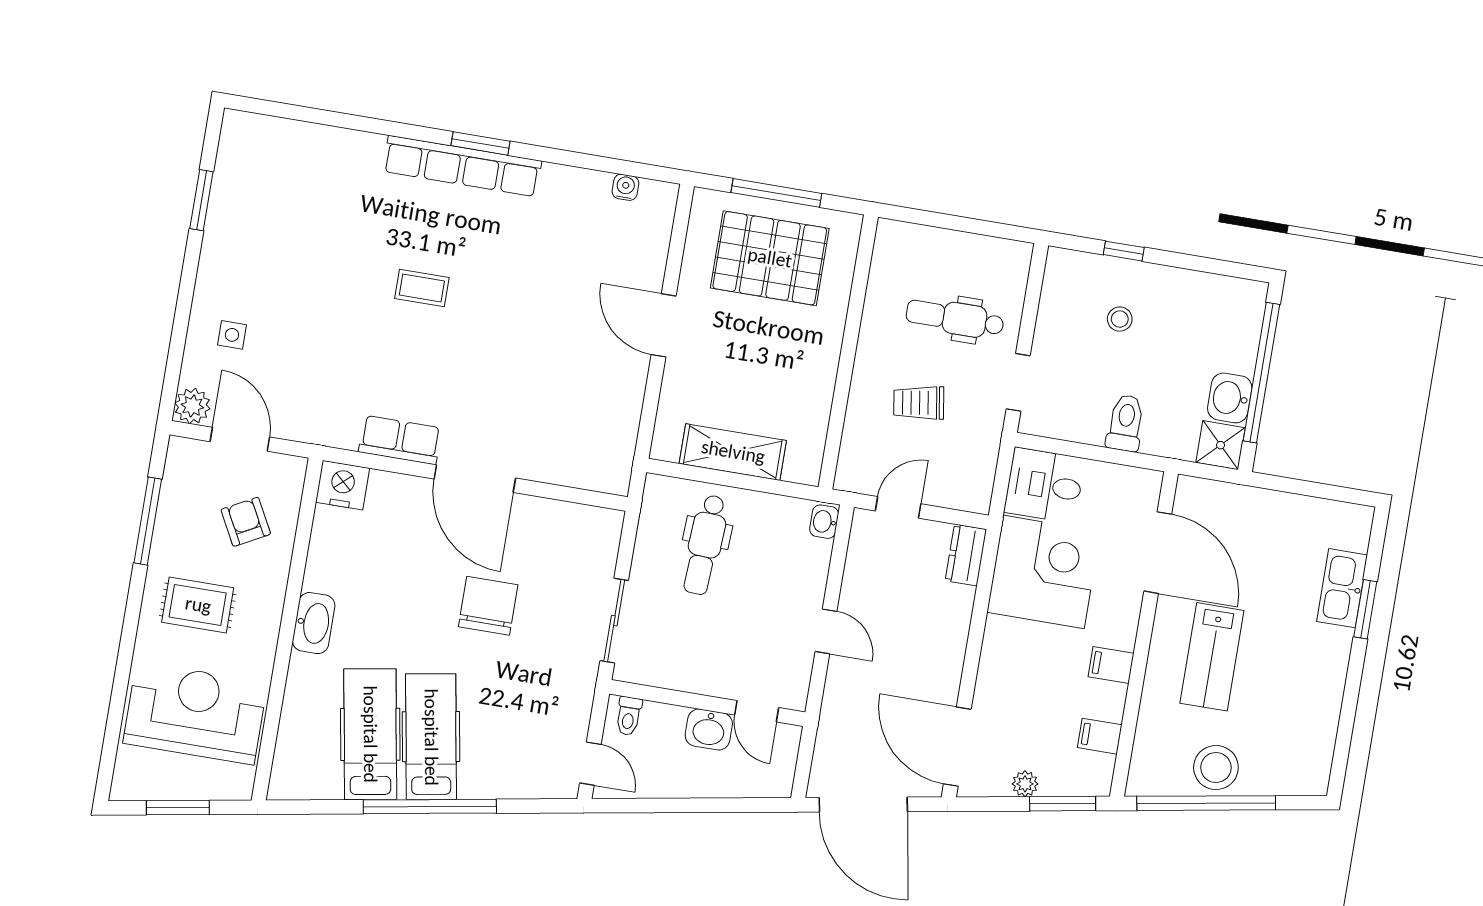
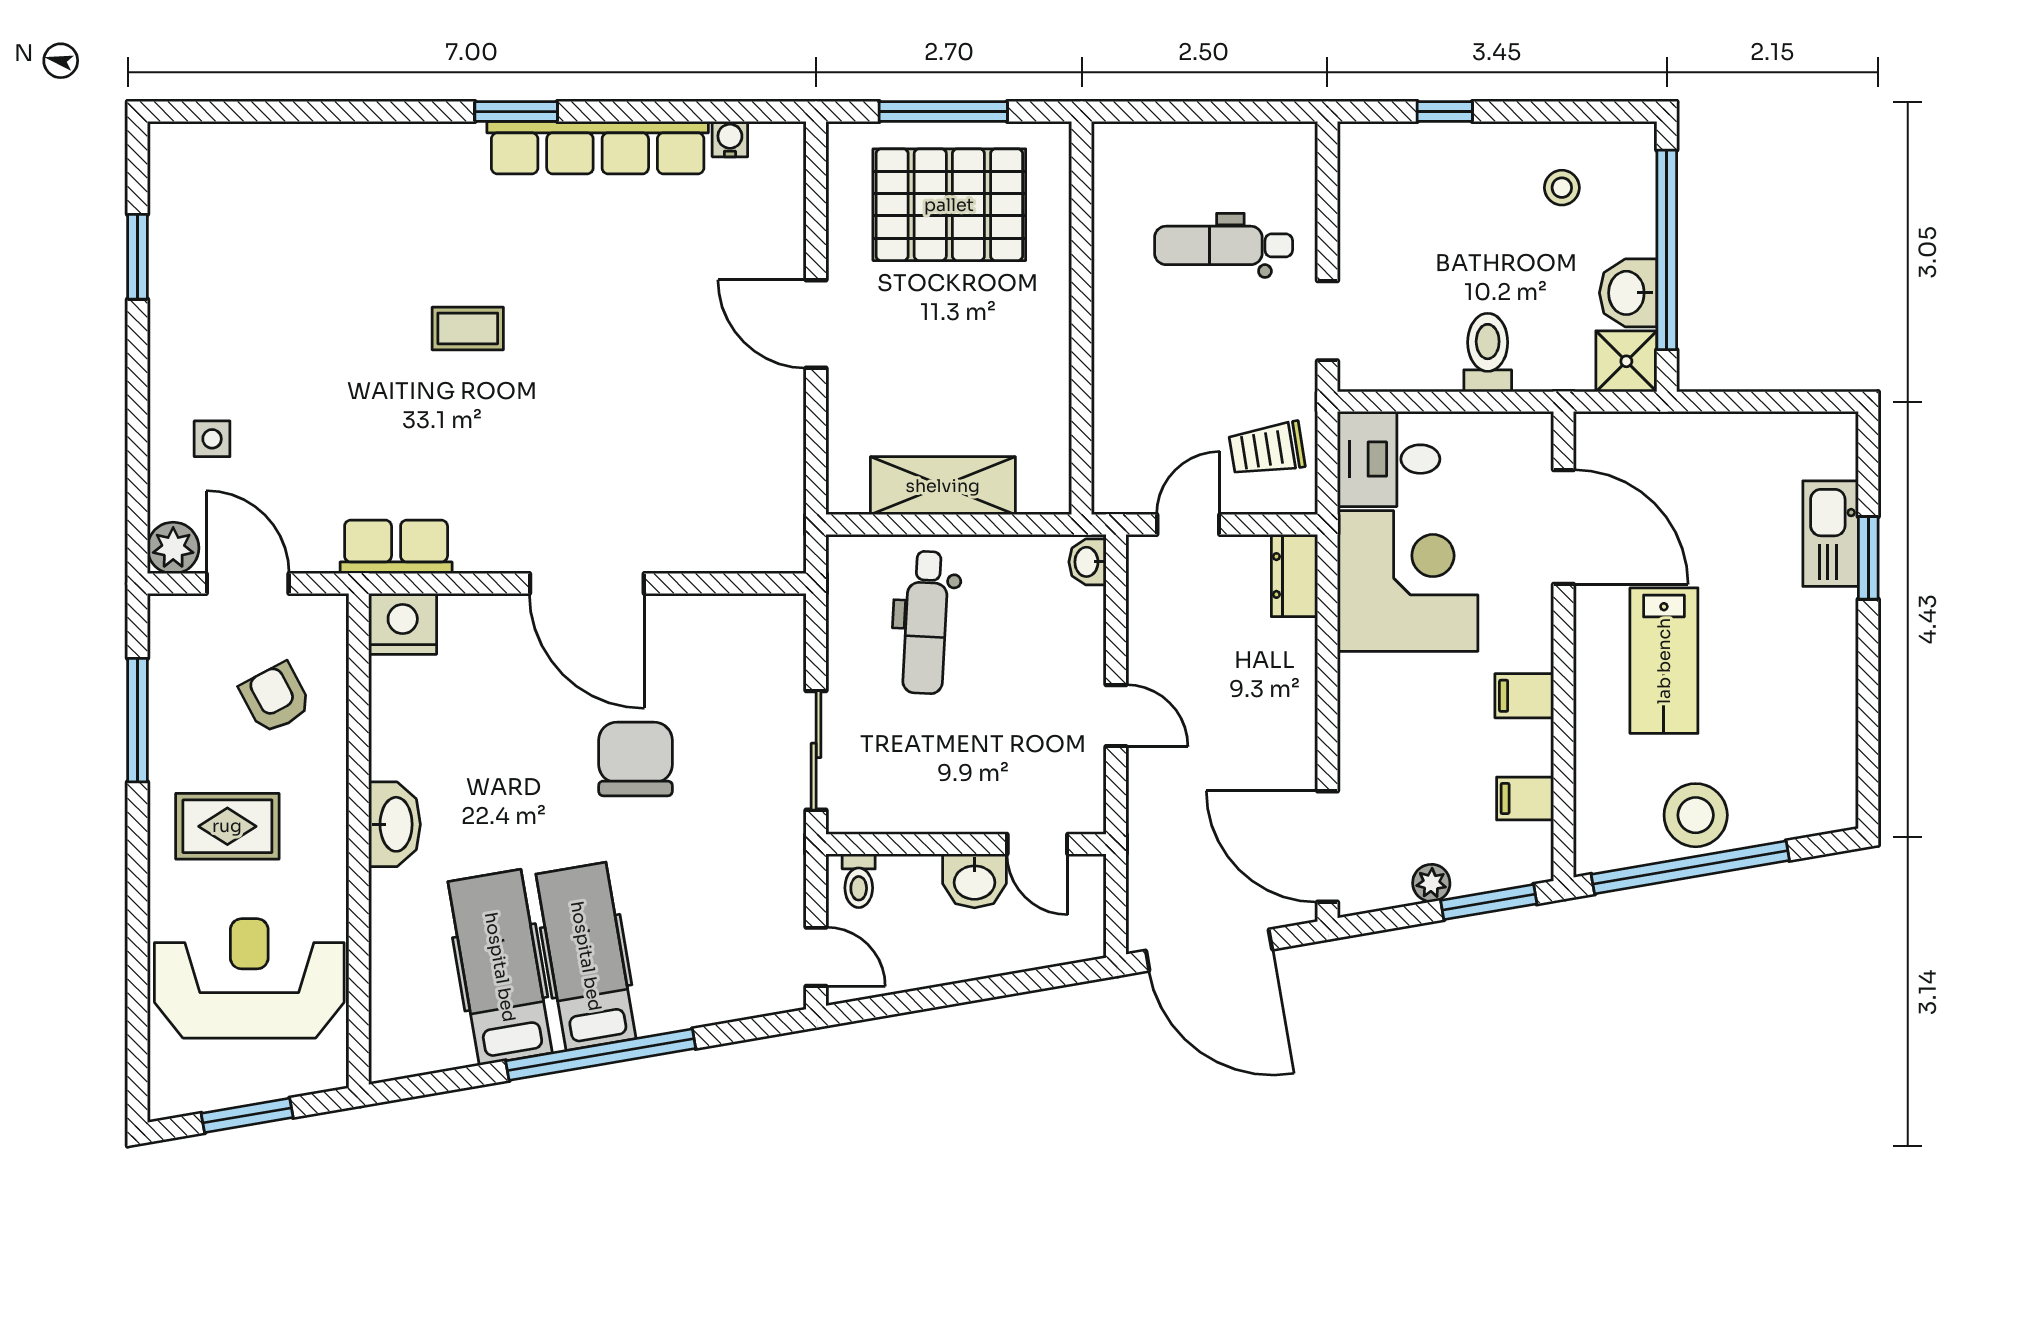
row of seats: (462, 166) -> (598, 148), moved
stool: (1120, 319) -> (1562, 188), moved
trolley: (919, 403) -> (1267, 449), moved
row of seats: (400, 440) -> (396, 547), moved

